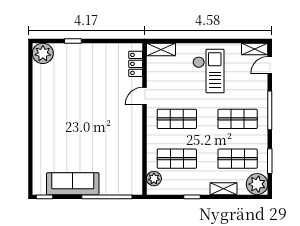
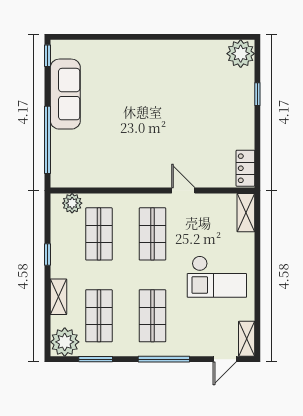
locker: (136, 64) -> (245, 168), moved, turned -90
door: (270, 65) -> (225, 359), swing flipped

